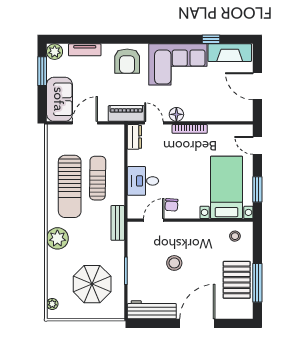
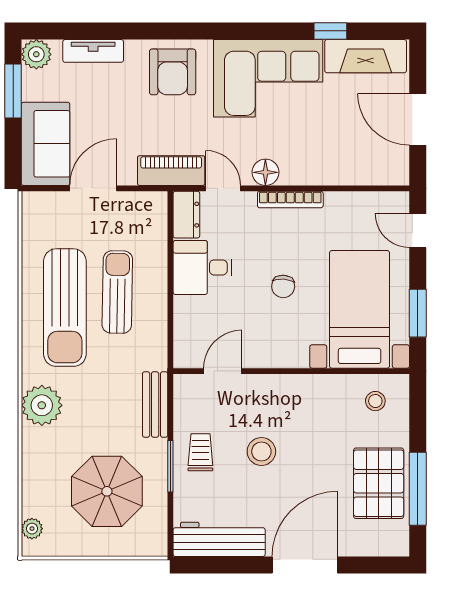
desk: (143, 181) -> (203, 267), moved
chair: (171, 205) -> (283, 286), moved
bench: (118, 223) -> (155, 404), moved
trolley: (142, 263) -> (200, 452), added

